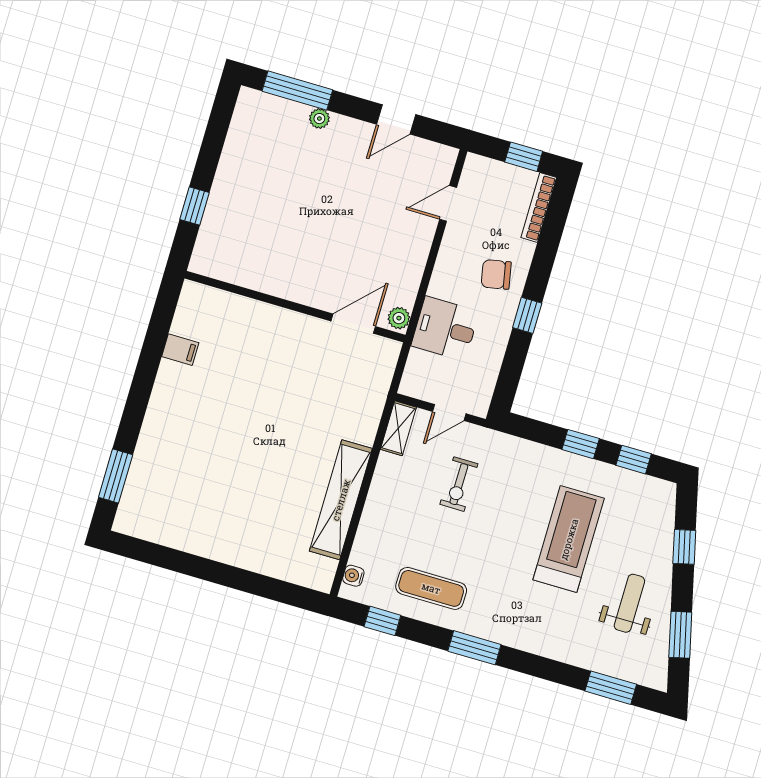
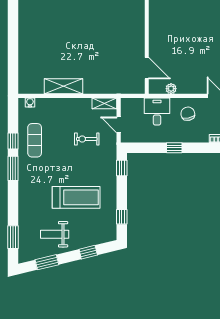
chair: (496, 274) -> (188, 114), moved
plant: (399, 318) -> (171, 89), moved
window: (581, 444) -> (122, 168), moved
shelving: (341, 500) -> (63, 86), width x0.68
weight bench: (629, 603) -> (55, 234), turned 180
window: (382, 621) -> (13, 141), moved

